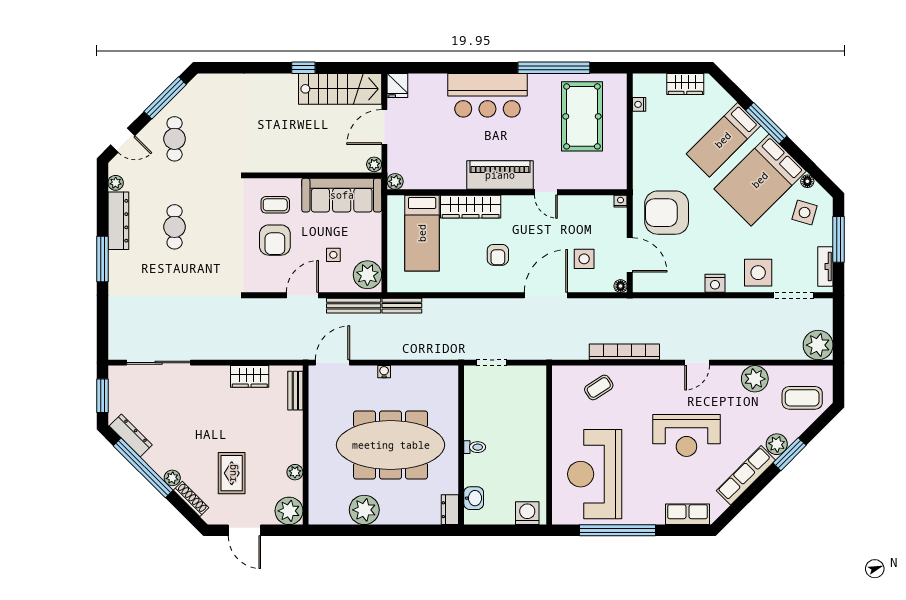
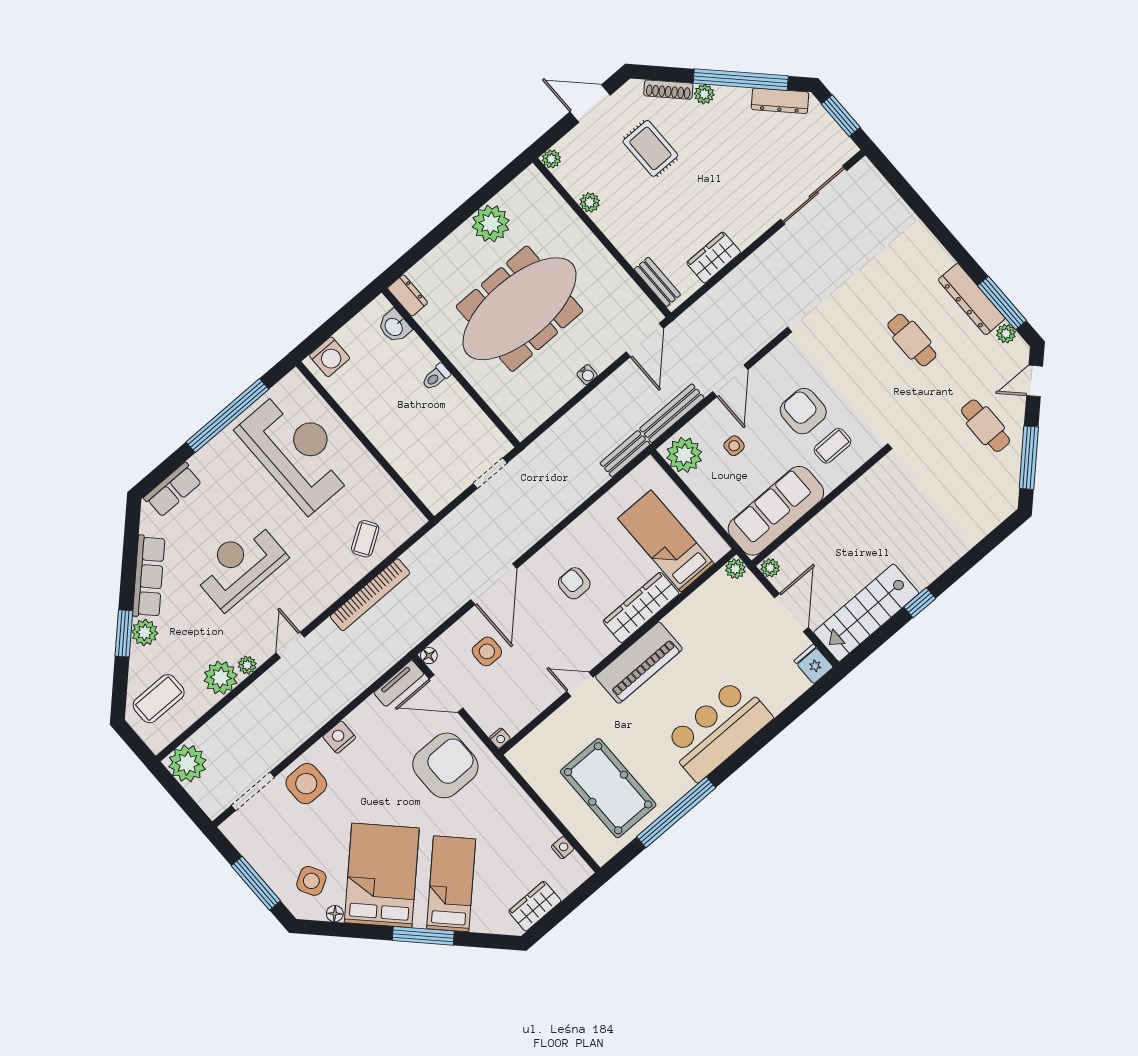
side table: (805, 213) -> (311, 881), turned 45
window: (102, 259) -> (1002, 303), moved
tv unit: (825, 267) -> (399, 683), moved, turned 90
plant: (733, 373) -> (247, 665), added
plant: (289, 511) -> (551, 159), width x0.53, depth x0.53

